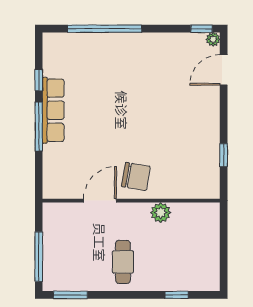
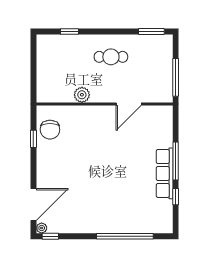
door: (224, 70) -> (33, 204), width x1.36
chair: (136, 176) -> (50, 130), moved, turned -100
window: (39, 257) -> (176, 77), moved
cafe table: (123, 262) -> (111, 57), turned 90

